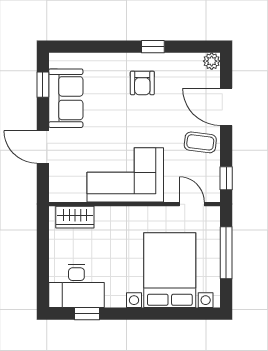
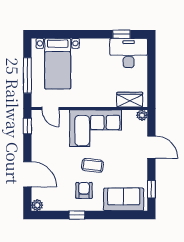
sofa: (66, 98) -> (124, 199), moved, turned 90
coffee table: (200, 142) -> (92, 165), moved
plant: (57, 194) -> (142, 115), added
bed with nightstands: (170, 270) -> (58, 64), width x0.73

